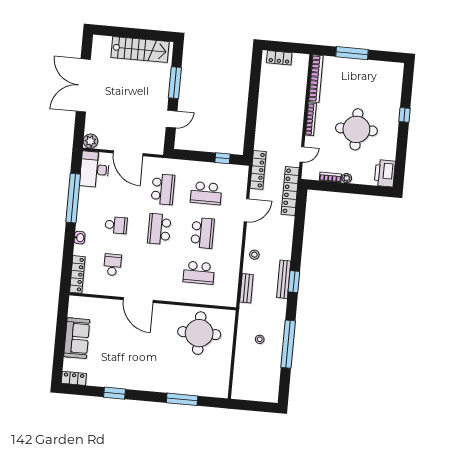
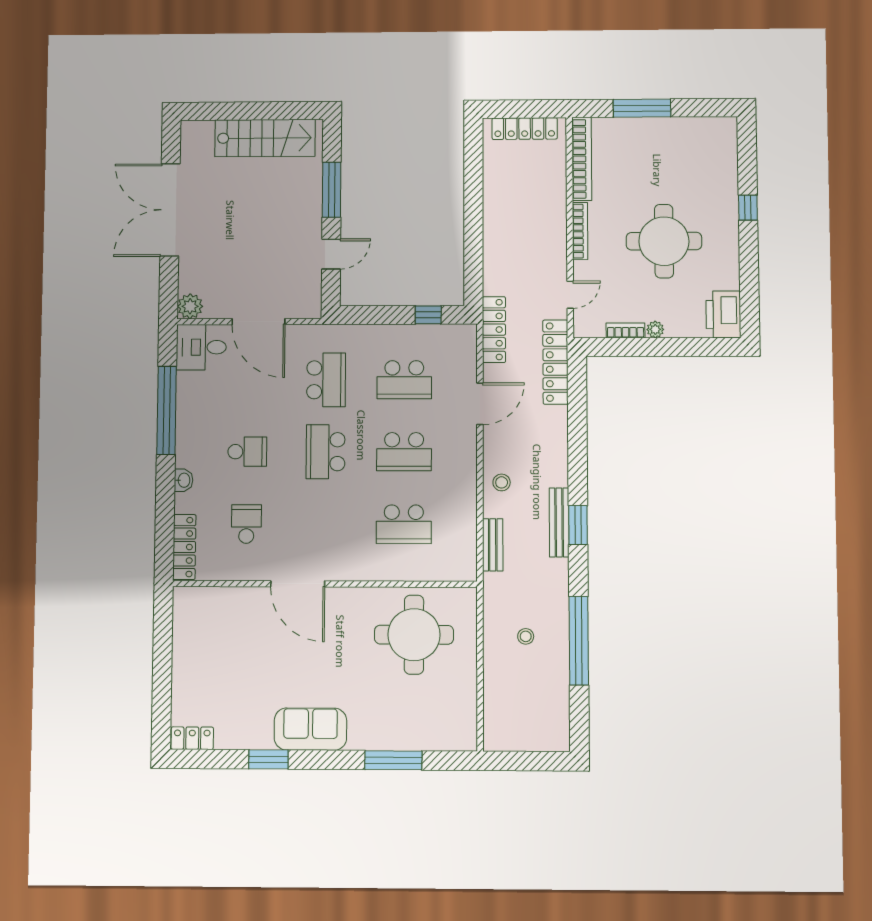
locker: (279, 58) -> (525, 129), width x1.53
desk: (95, 169) -> (201, 347), width x0.73
school desk: (202, 233) -> (404, 452), turned 90
sofa: (77, 338) -> (310, 729), moved, turned -90

